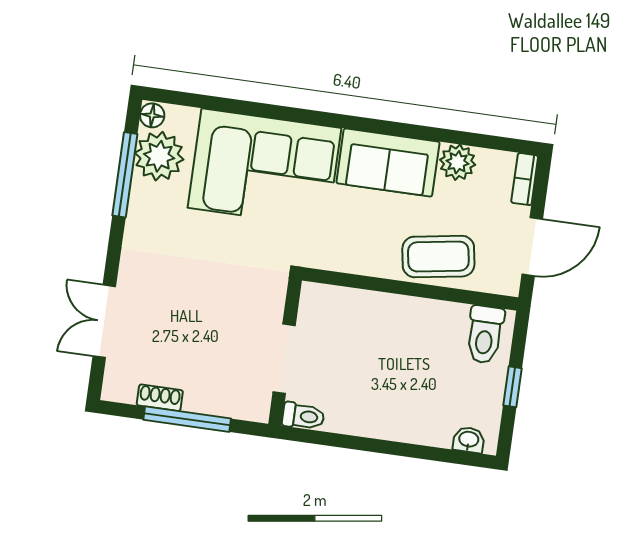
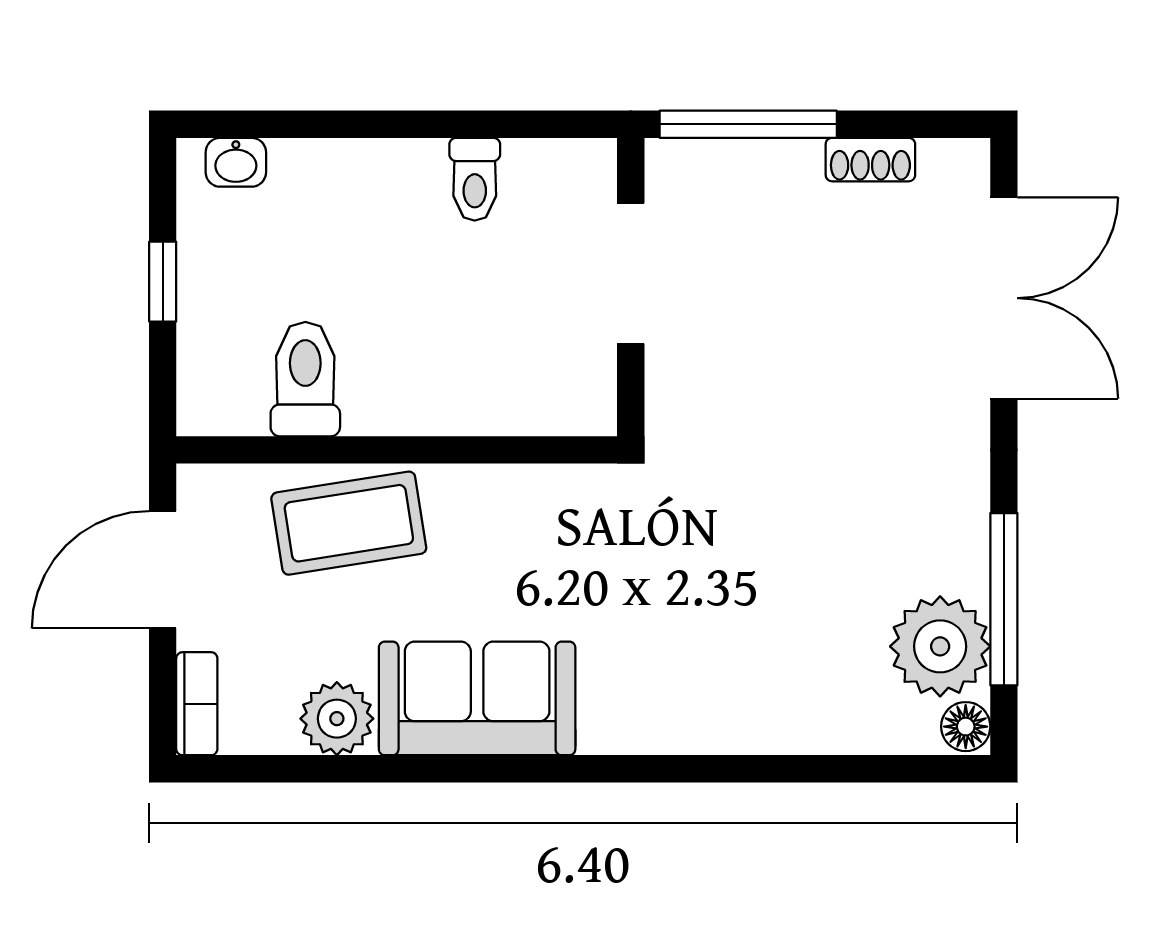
corner sofa: (265, 168) -> (724, 653), removed
double door: (104, 321) -> (1004, 298), width x1.37
toilet: (485, 335) -> (305, 379), moved
toilet: (303, 416) -> (475, 179), moved, turned -90
window: (187, 419) -> (748, 124), moved

